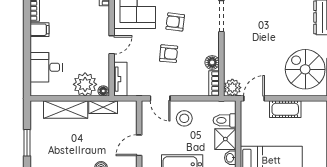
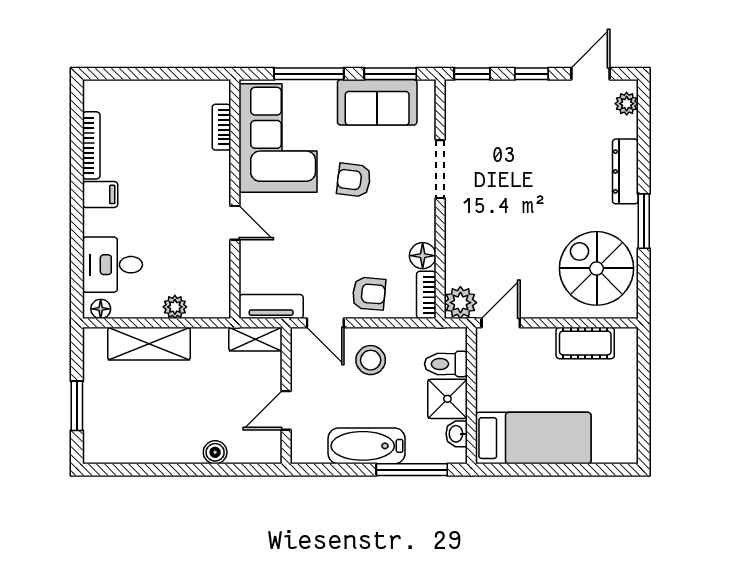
door: (112, 45) -> (235, 223), hinge flipped
armchair: (169, 54) -> (369, 294), moved
tv unit: (120, 79) -> (271, 307), moved, turned -90
plant: (85, 84) -> (175, 307), width x0.53, depth x0.53
floor lamp: (103, 91) -> (101, 309), moved
shelving: (103, 107) -> (255, 339), moved
cot: (285, 109) -> (585, 343), moved

